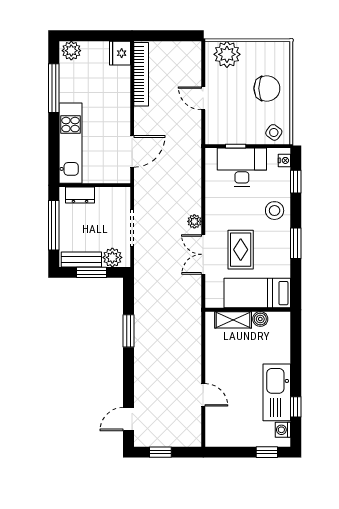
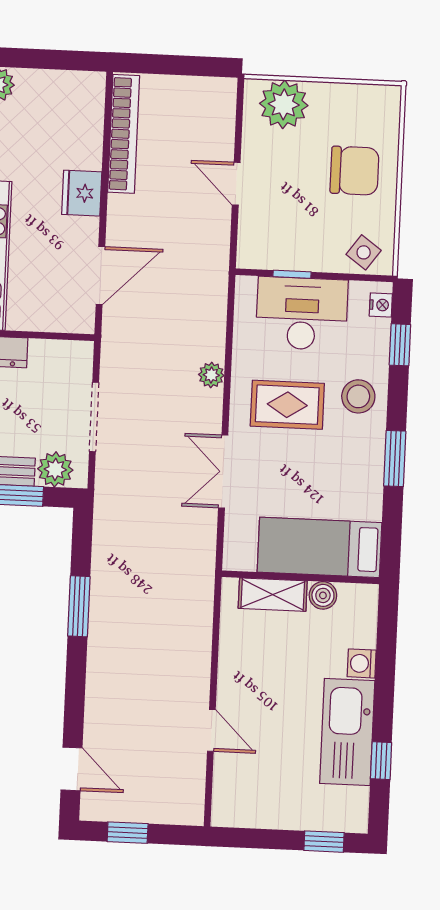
fridge: (120, 53) -> (82, 193), moved
plant: (194, 221) -> (211, 375), moved
rug: (241, 250) -> (287, 405), moved, turned 90
door: (128, 419) -> (71, 769), swing flipped
washing machine: (283, 430) -> (362, 663), moved

